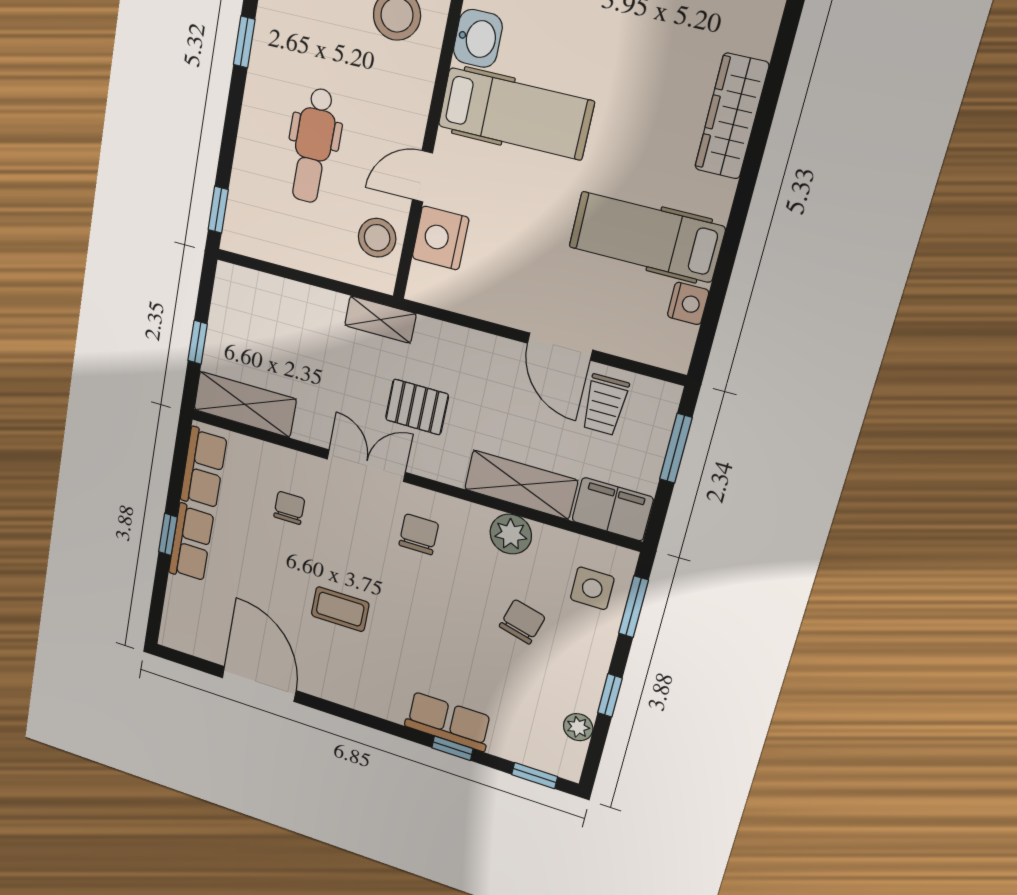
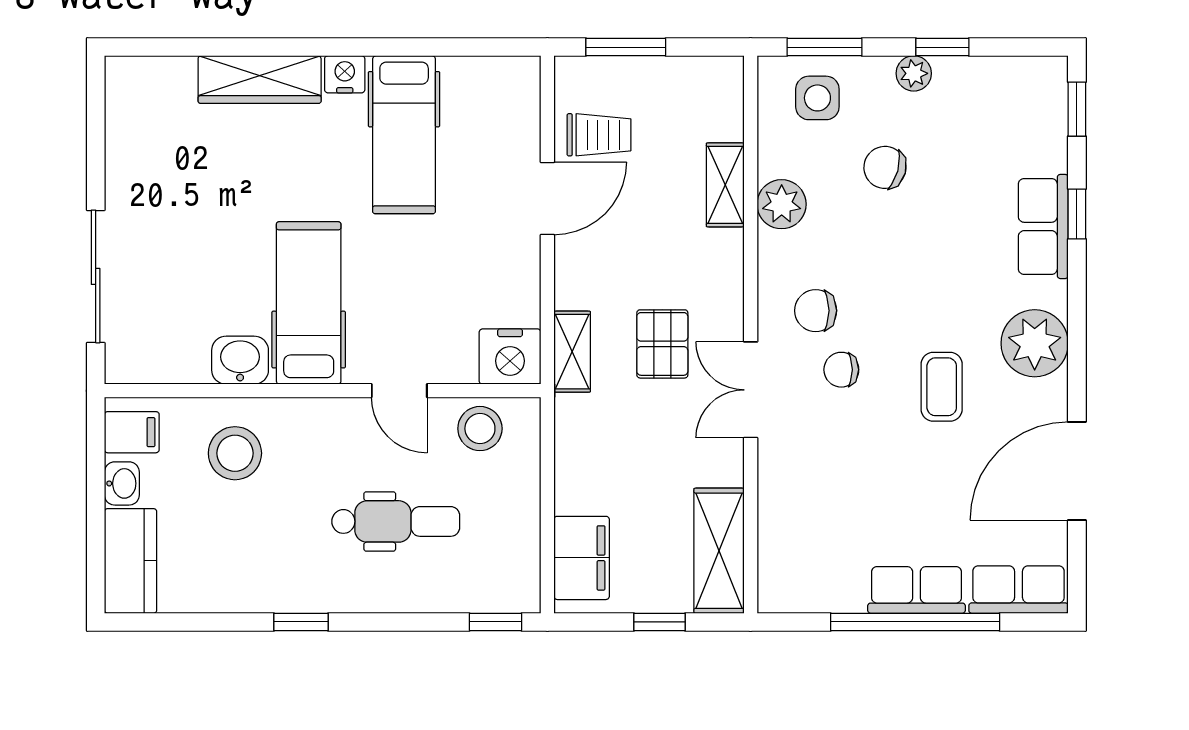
nightstand: (440, 238) -> (510, 357), moved
nightstand: (688, 303) -> (345, 74), moved
shelving: (380, 320) -> (572, 352), moved
row of seats: (203, 468) -> (1019, 590), moved
shelving: (521, 485) -> (725, 185), width x0.67, depth x0.75
chair: (289, 508) -> (841, 370), moved
filing cabinet: (613, 509) -> (582, 558), moved, turned 180
window: (168, 534) -> (915, 622), width x3.17
plant: (360, 686) -> (1035, 343), added
plant: (578, 727) -> (914, 73), moved

